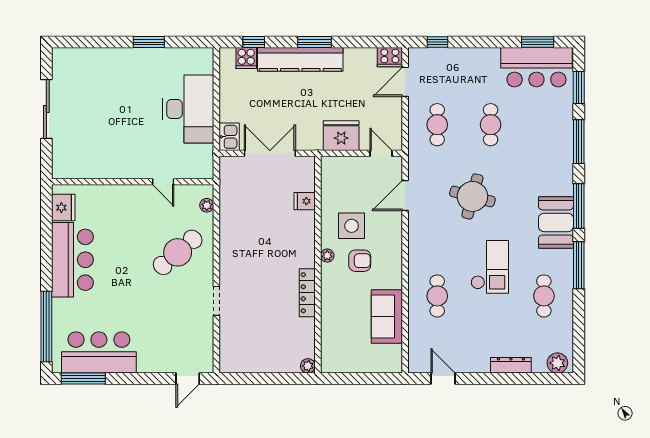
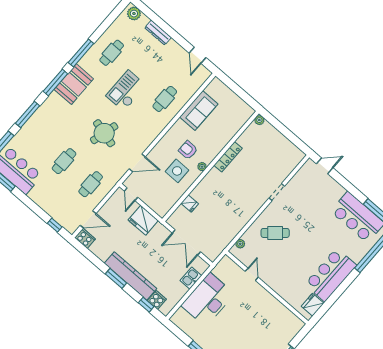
kitchen sink: (229, 137) -> (191, 278), moved
cafe table: (178, 252) -> (275, 233), width x0.73, depth x0.74

